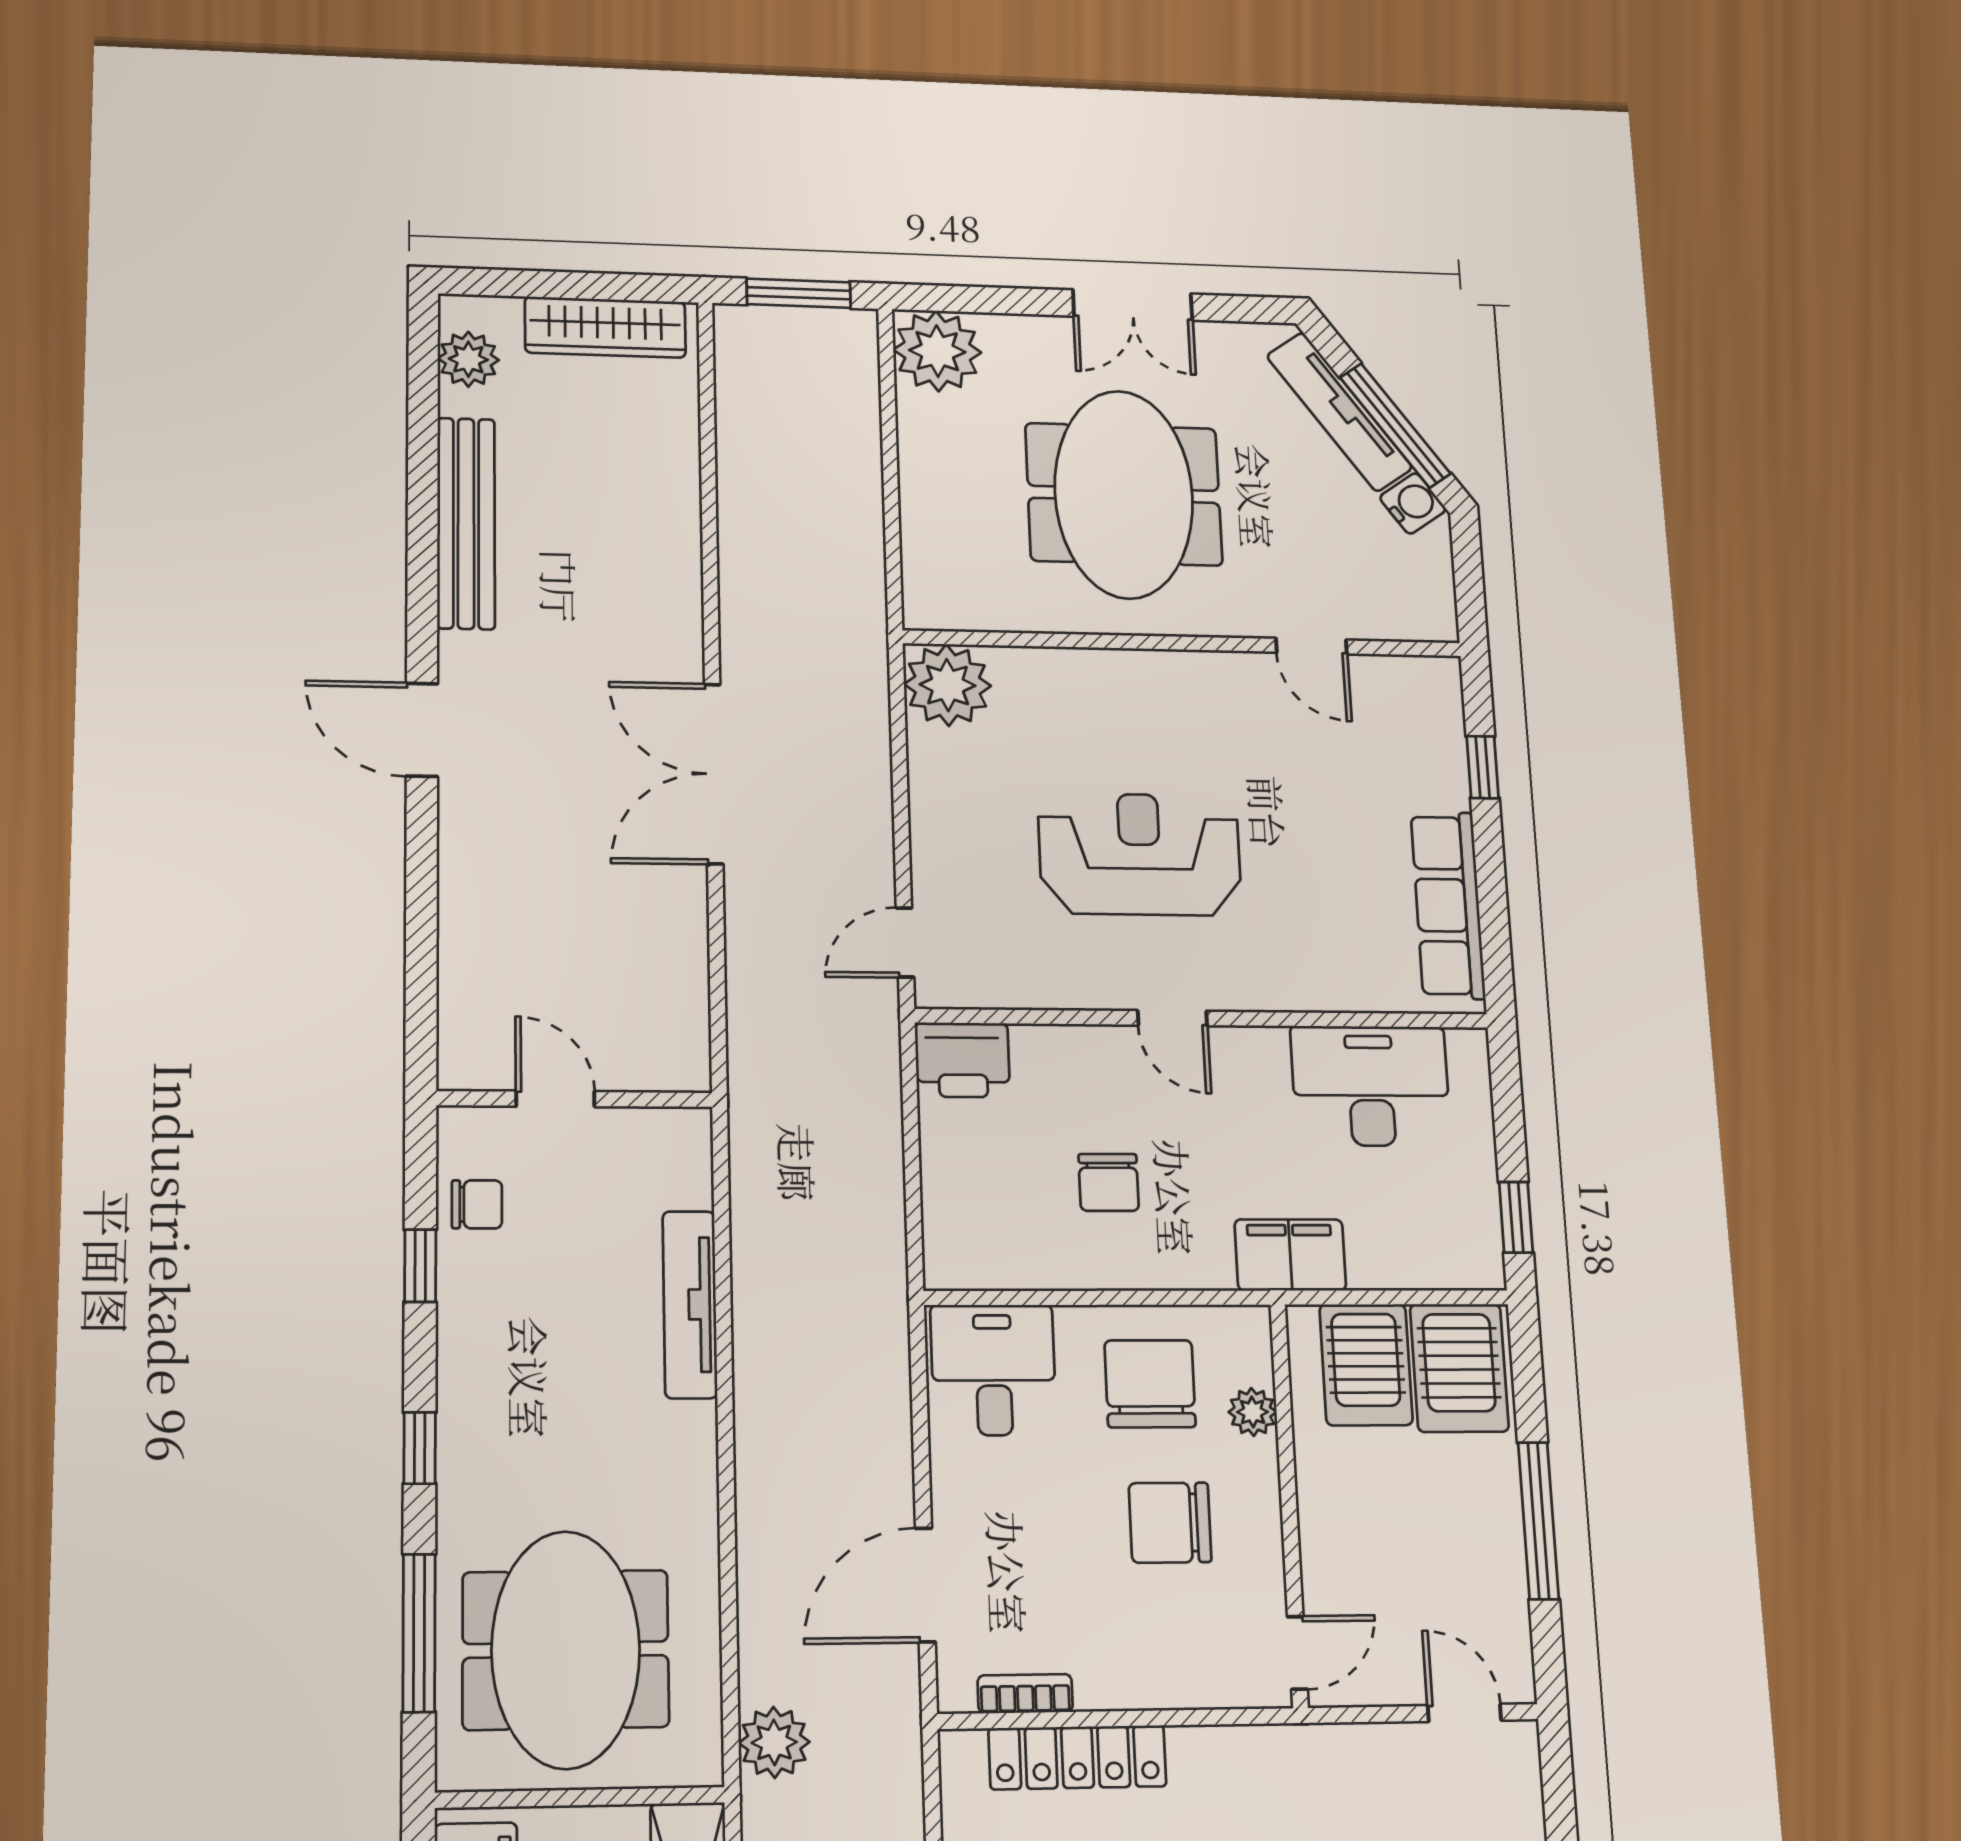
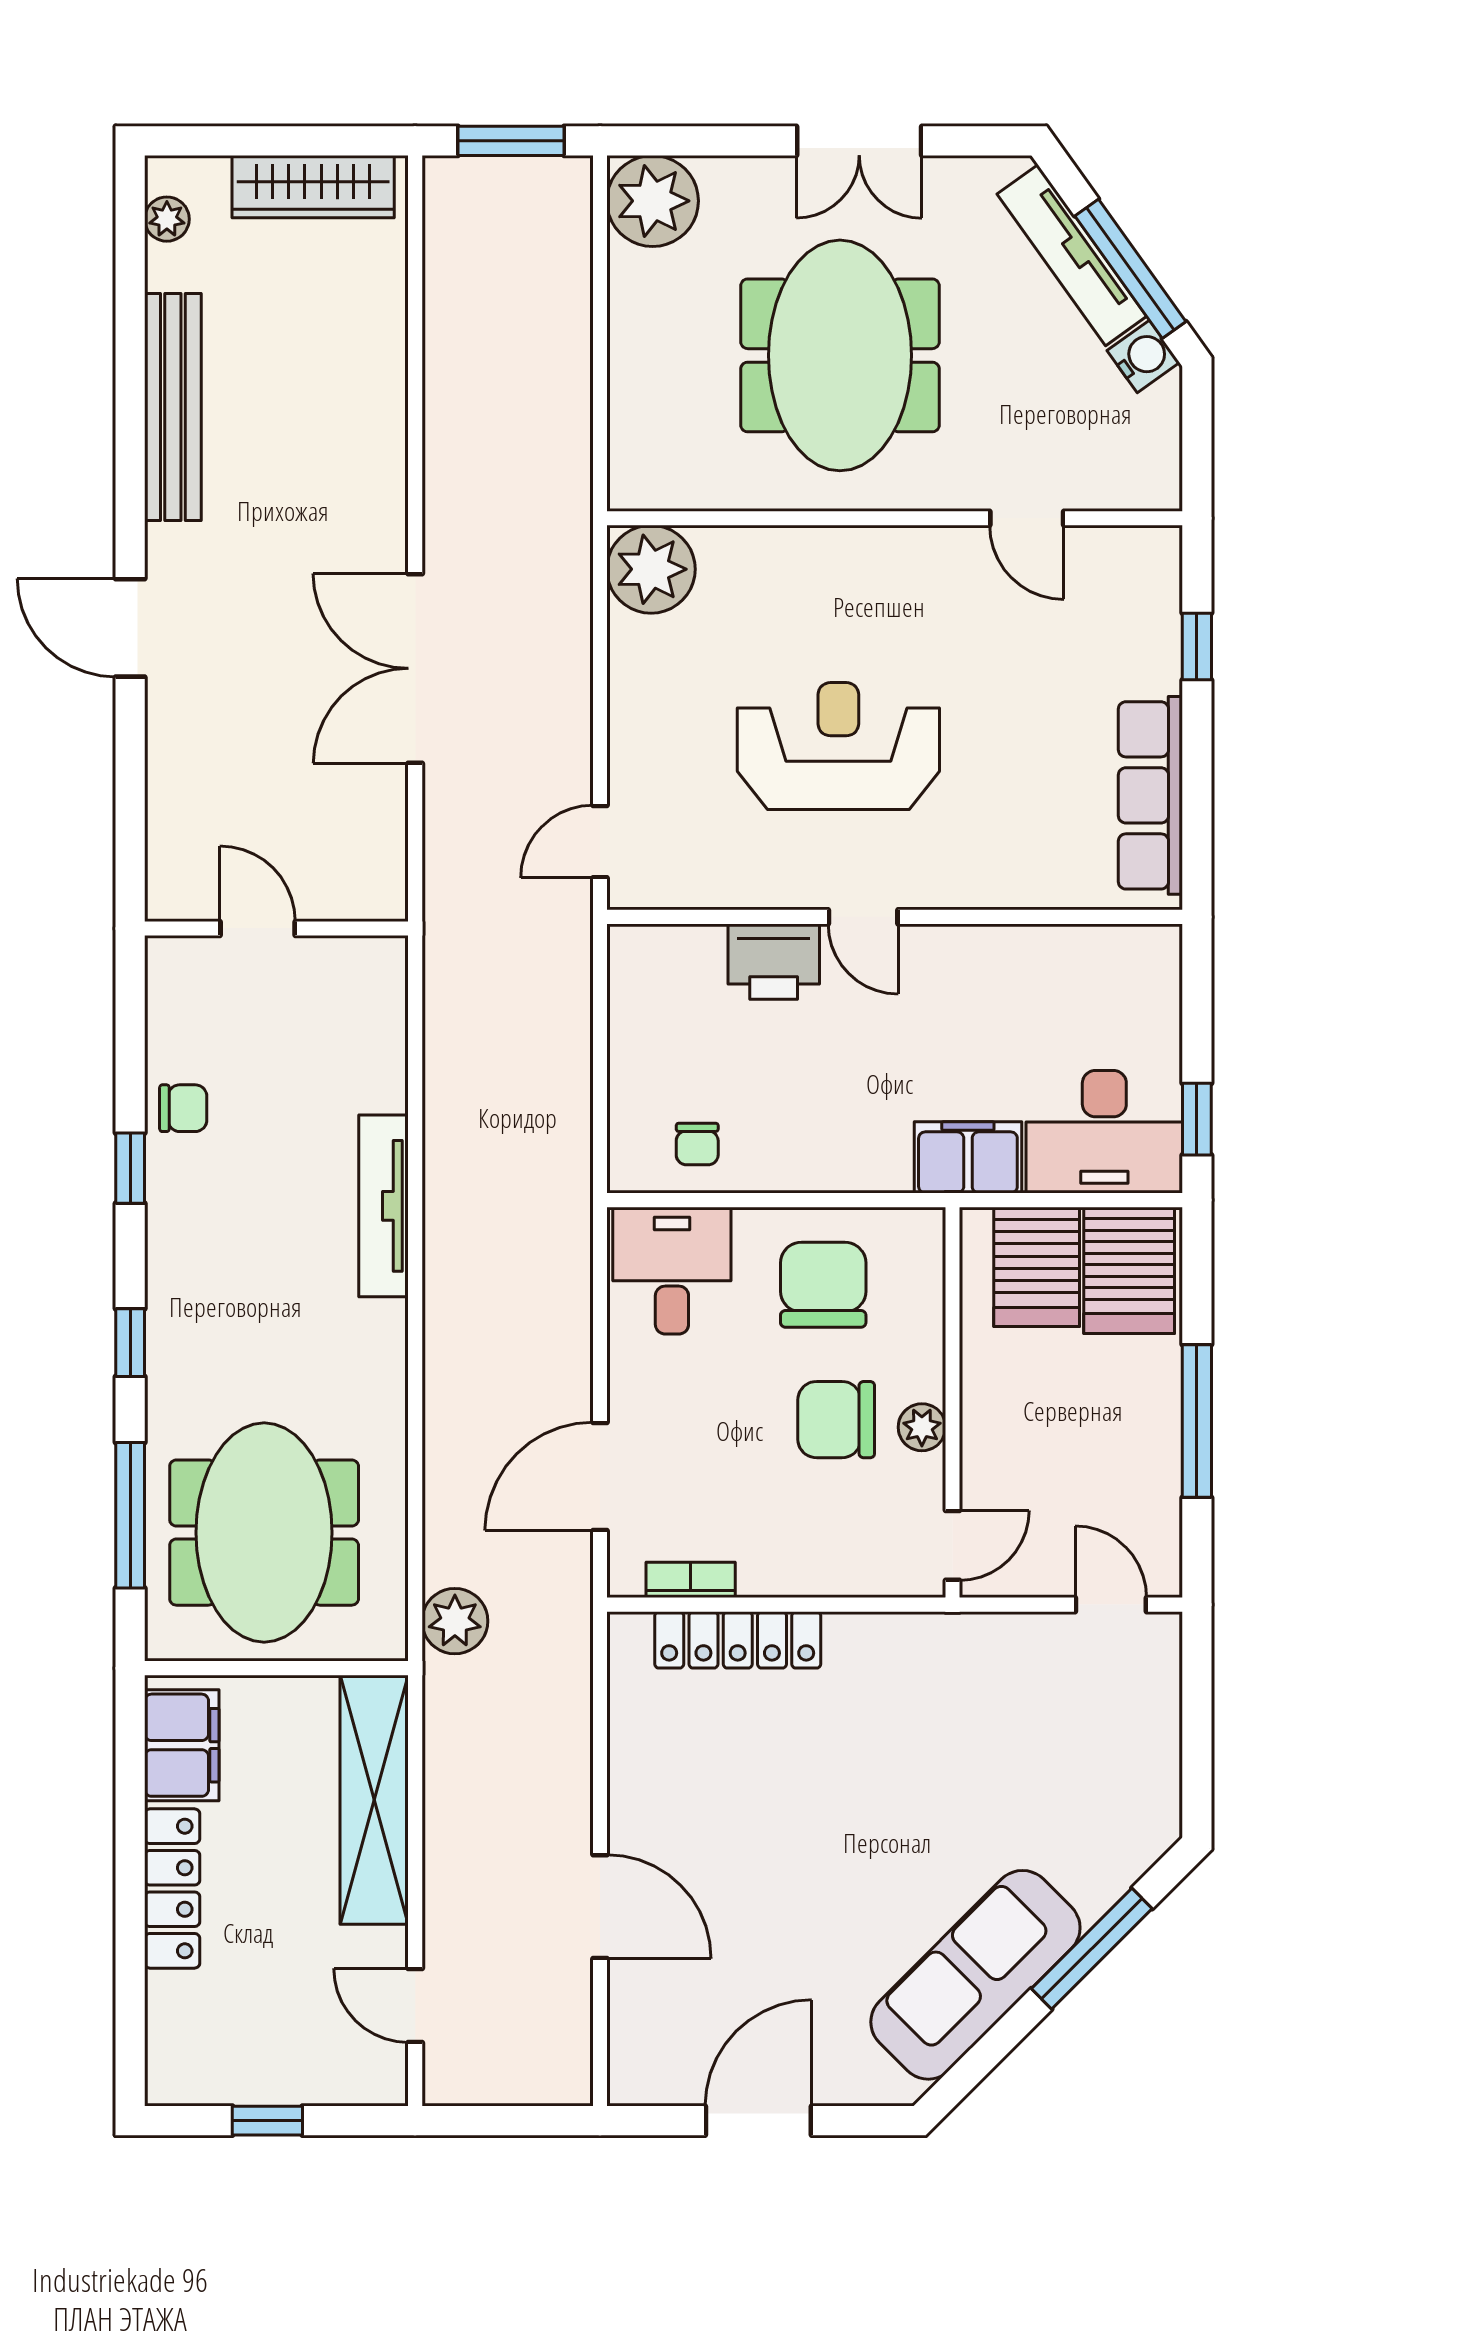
plant: (468, 359) -> (167, 219), width x0.73, depth x0.73
printer: (963, 1060) -> (774, 962), moved
desk: (1371, 1086) -> (1104, 1132), moved, turned 180
door: (555, 1099) -> (258, 928), moved
wall: (575, 1099) -> (276, 928), moved
chair: (1109, 1182) -> (697, 1144), moved, width x0.73, depth x0.73
plant: (1253, 1412) -> (922, 1427), moved

